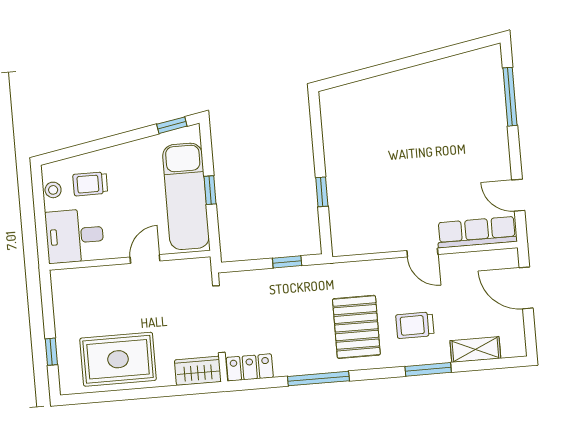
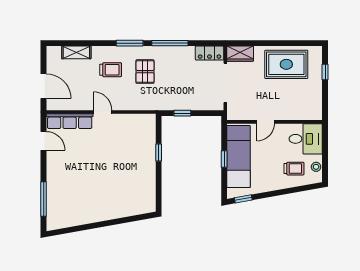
pallet: (356, 327) -> (145, 72), width x0.67, depth x0.71
window: (428, 369) -> (130, 43), moved

